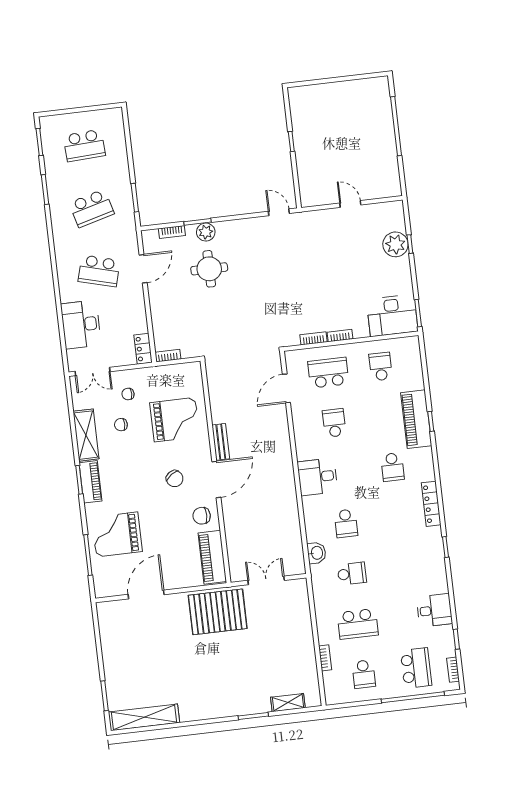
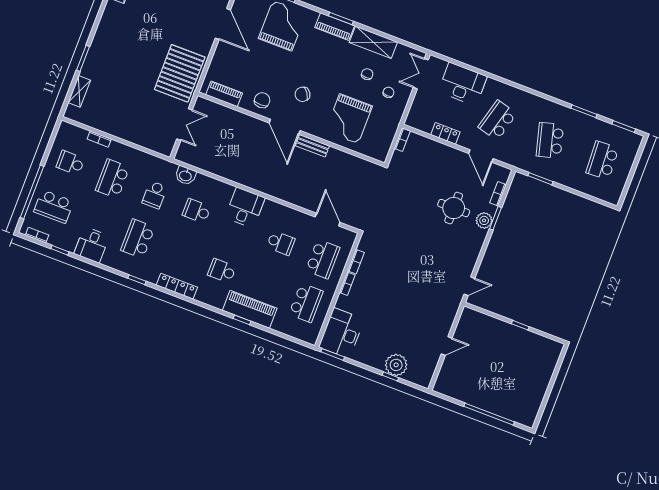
locker: (143, 349) -> (445, 133), moved
school desk: (381, 367) -> (306, 303), width x1.85
piano: (212, 557) -> (224, 94), width x0.73, depth x0.75
school desk: (404, 567) -> (138, 239), added

